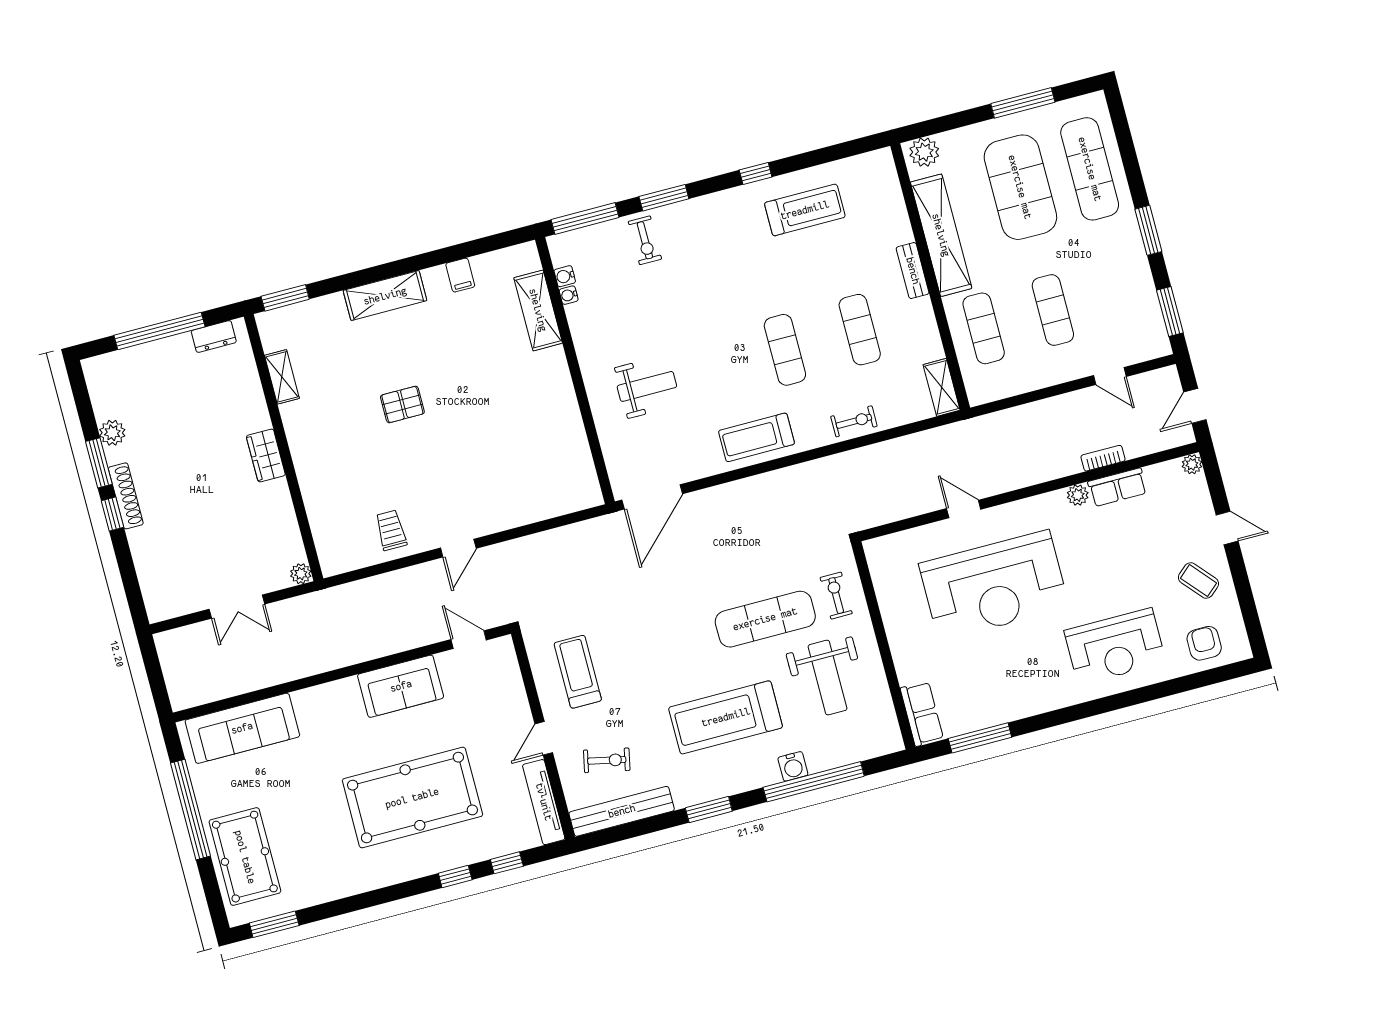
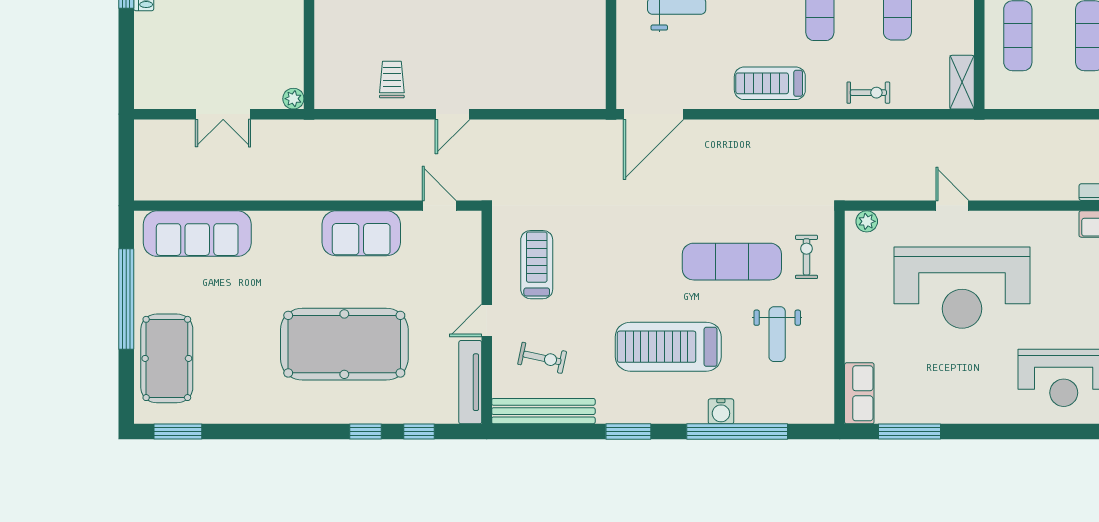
plant: (1078, 495) -> (867, 221), moved
weight bench: (827, 678) -> (777, 334), width x0.73, depth x0.75

